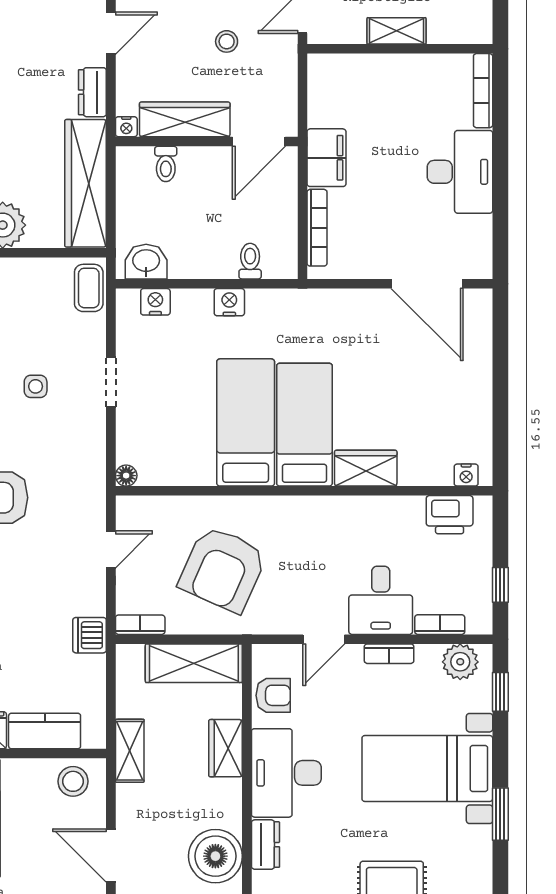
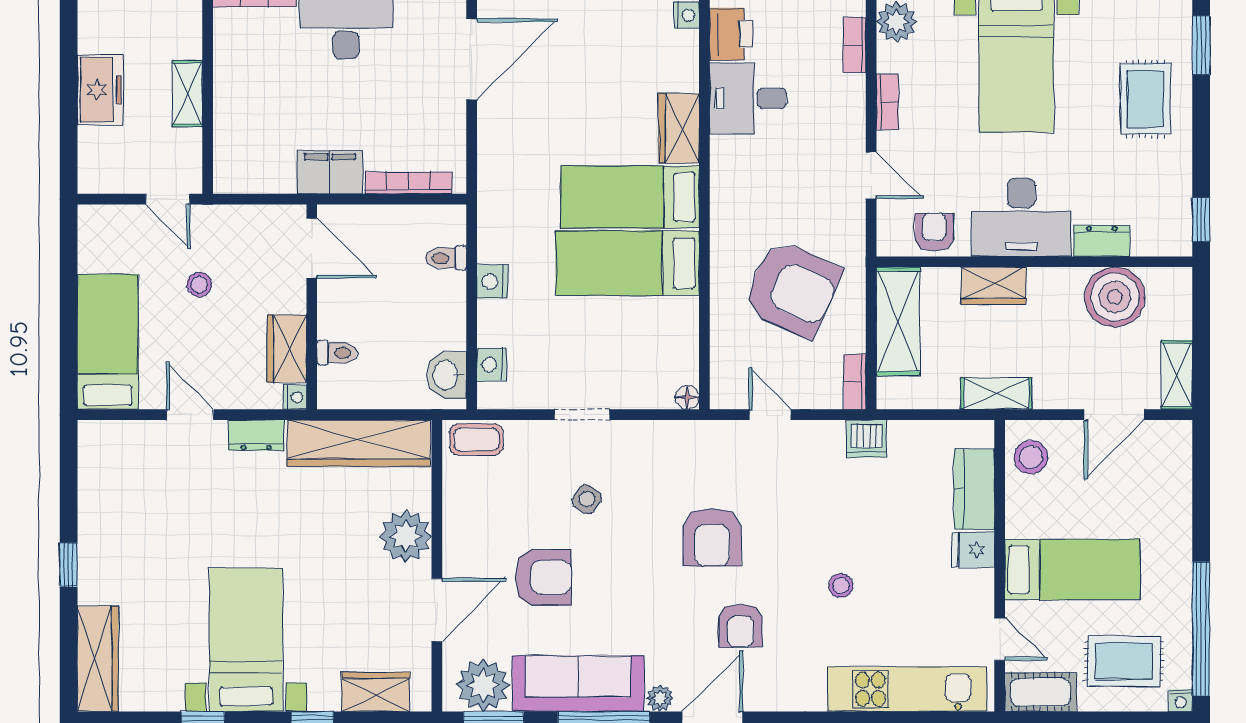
wardrobe: (185, 119) -> (287, 349), width x0.67
side table: (36, 386) -> (587, 499), turned 34
desk: (381, 600) -> (748, 98), moved, turned 180

